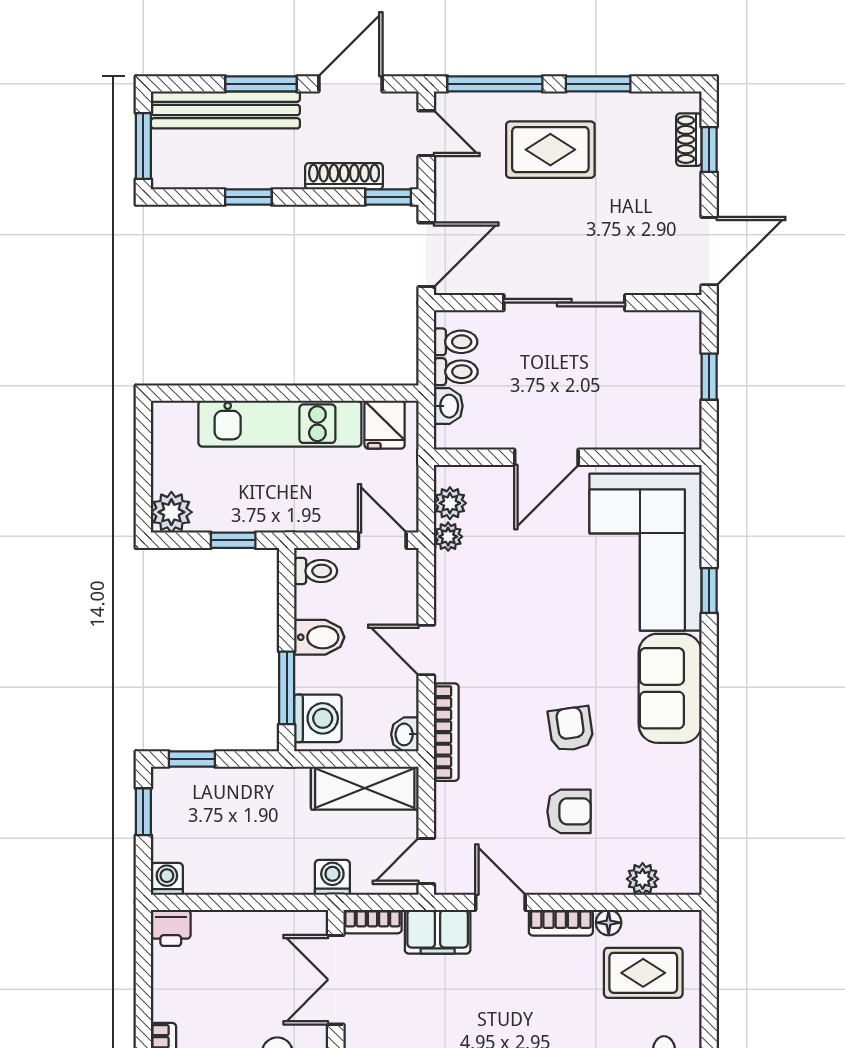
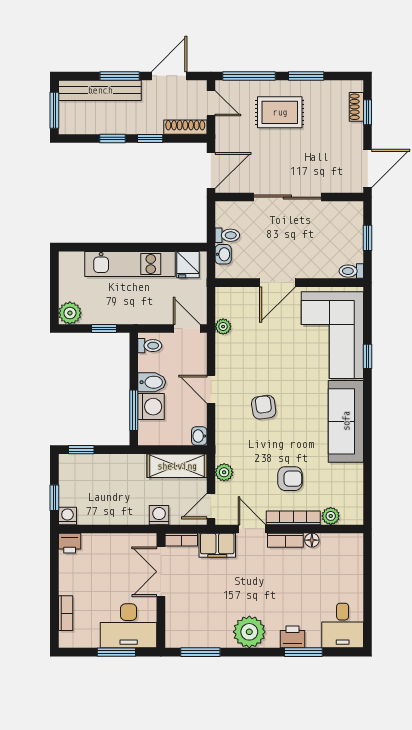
shoe rack: (344, 176) -> (185, 127), moved
window: (388, 197) -> (150, 139), moved
toilet: (456, 342) -> (351, 271), moved, turned 180
plant: (450, 503) -> (224, 472), moved
sofa: (670, 688) -> (346, 421), width x1.36
washing machine: (318, 718) -> (151, 407), moved
armchair: (571, 729) -> (264, 407), moved
bookcase: (446, 732) -> (293, 518), moved, turned -90
window: (143, 812) -> (54, 498), moved
rug: (643, 973) -> (331, 568), removed

